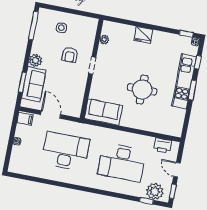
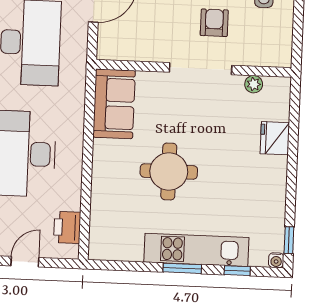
fridge: (144, 35) -> (275, 138), moved
armchair: (70, 55) -> (214, 23), turned 90
doorway: (92, 65) -> (201, 69), width x1.88

